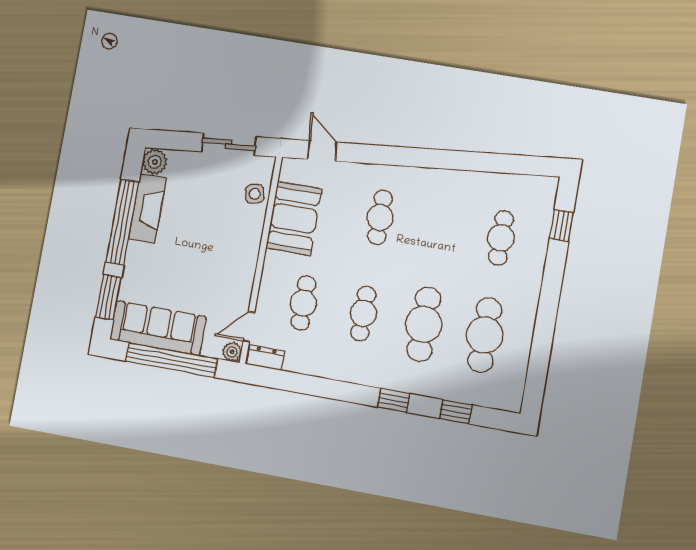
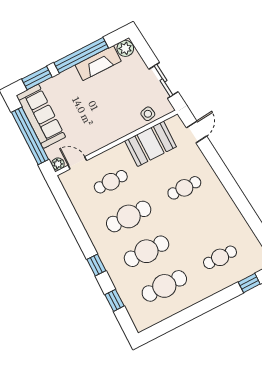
cafe table: (363, 314) -> (129, 216), width x1.37, depth x1.35
dresser: (265, 358) -> (68, 183), removed

